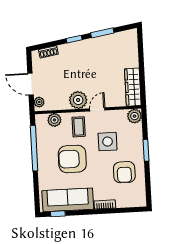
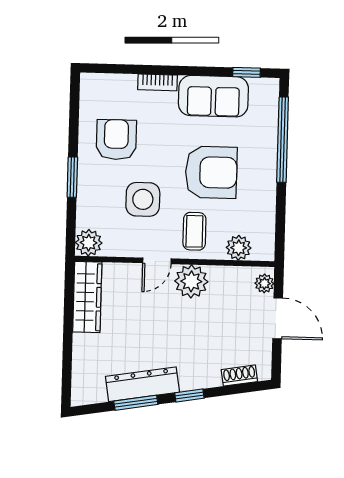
dresser: (100, 43) -> (142, 384), added
window: (34, 148) -> (283, 140), moved
sofa: (68, 200) -> (213, 96), width x0.73

